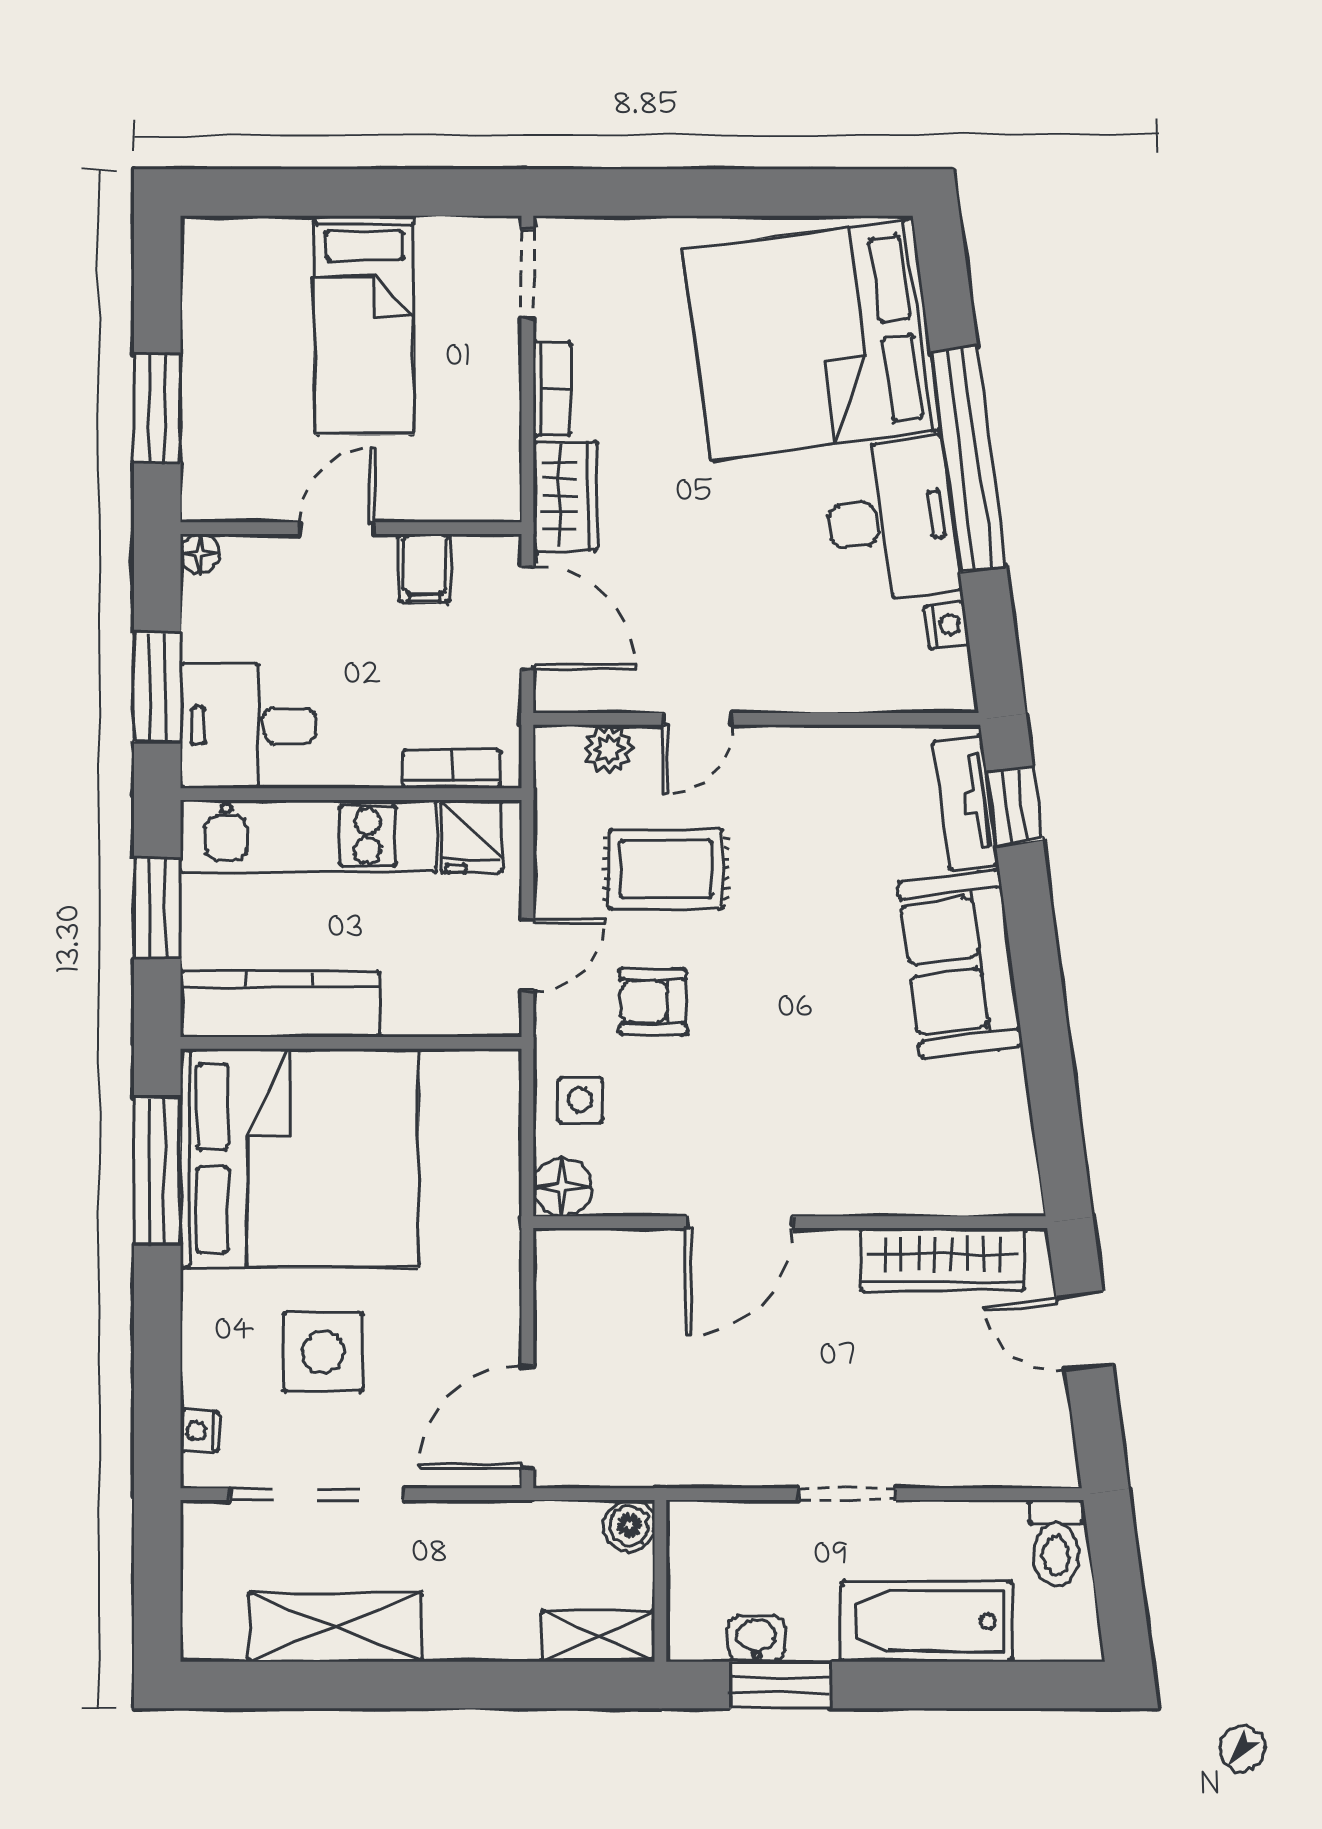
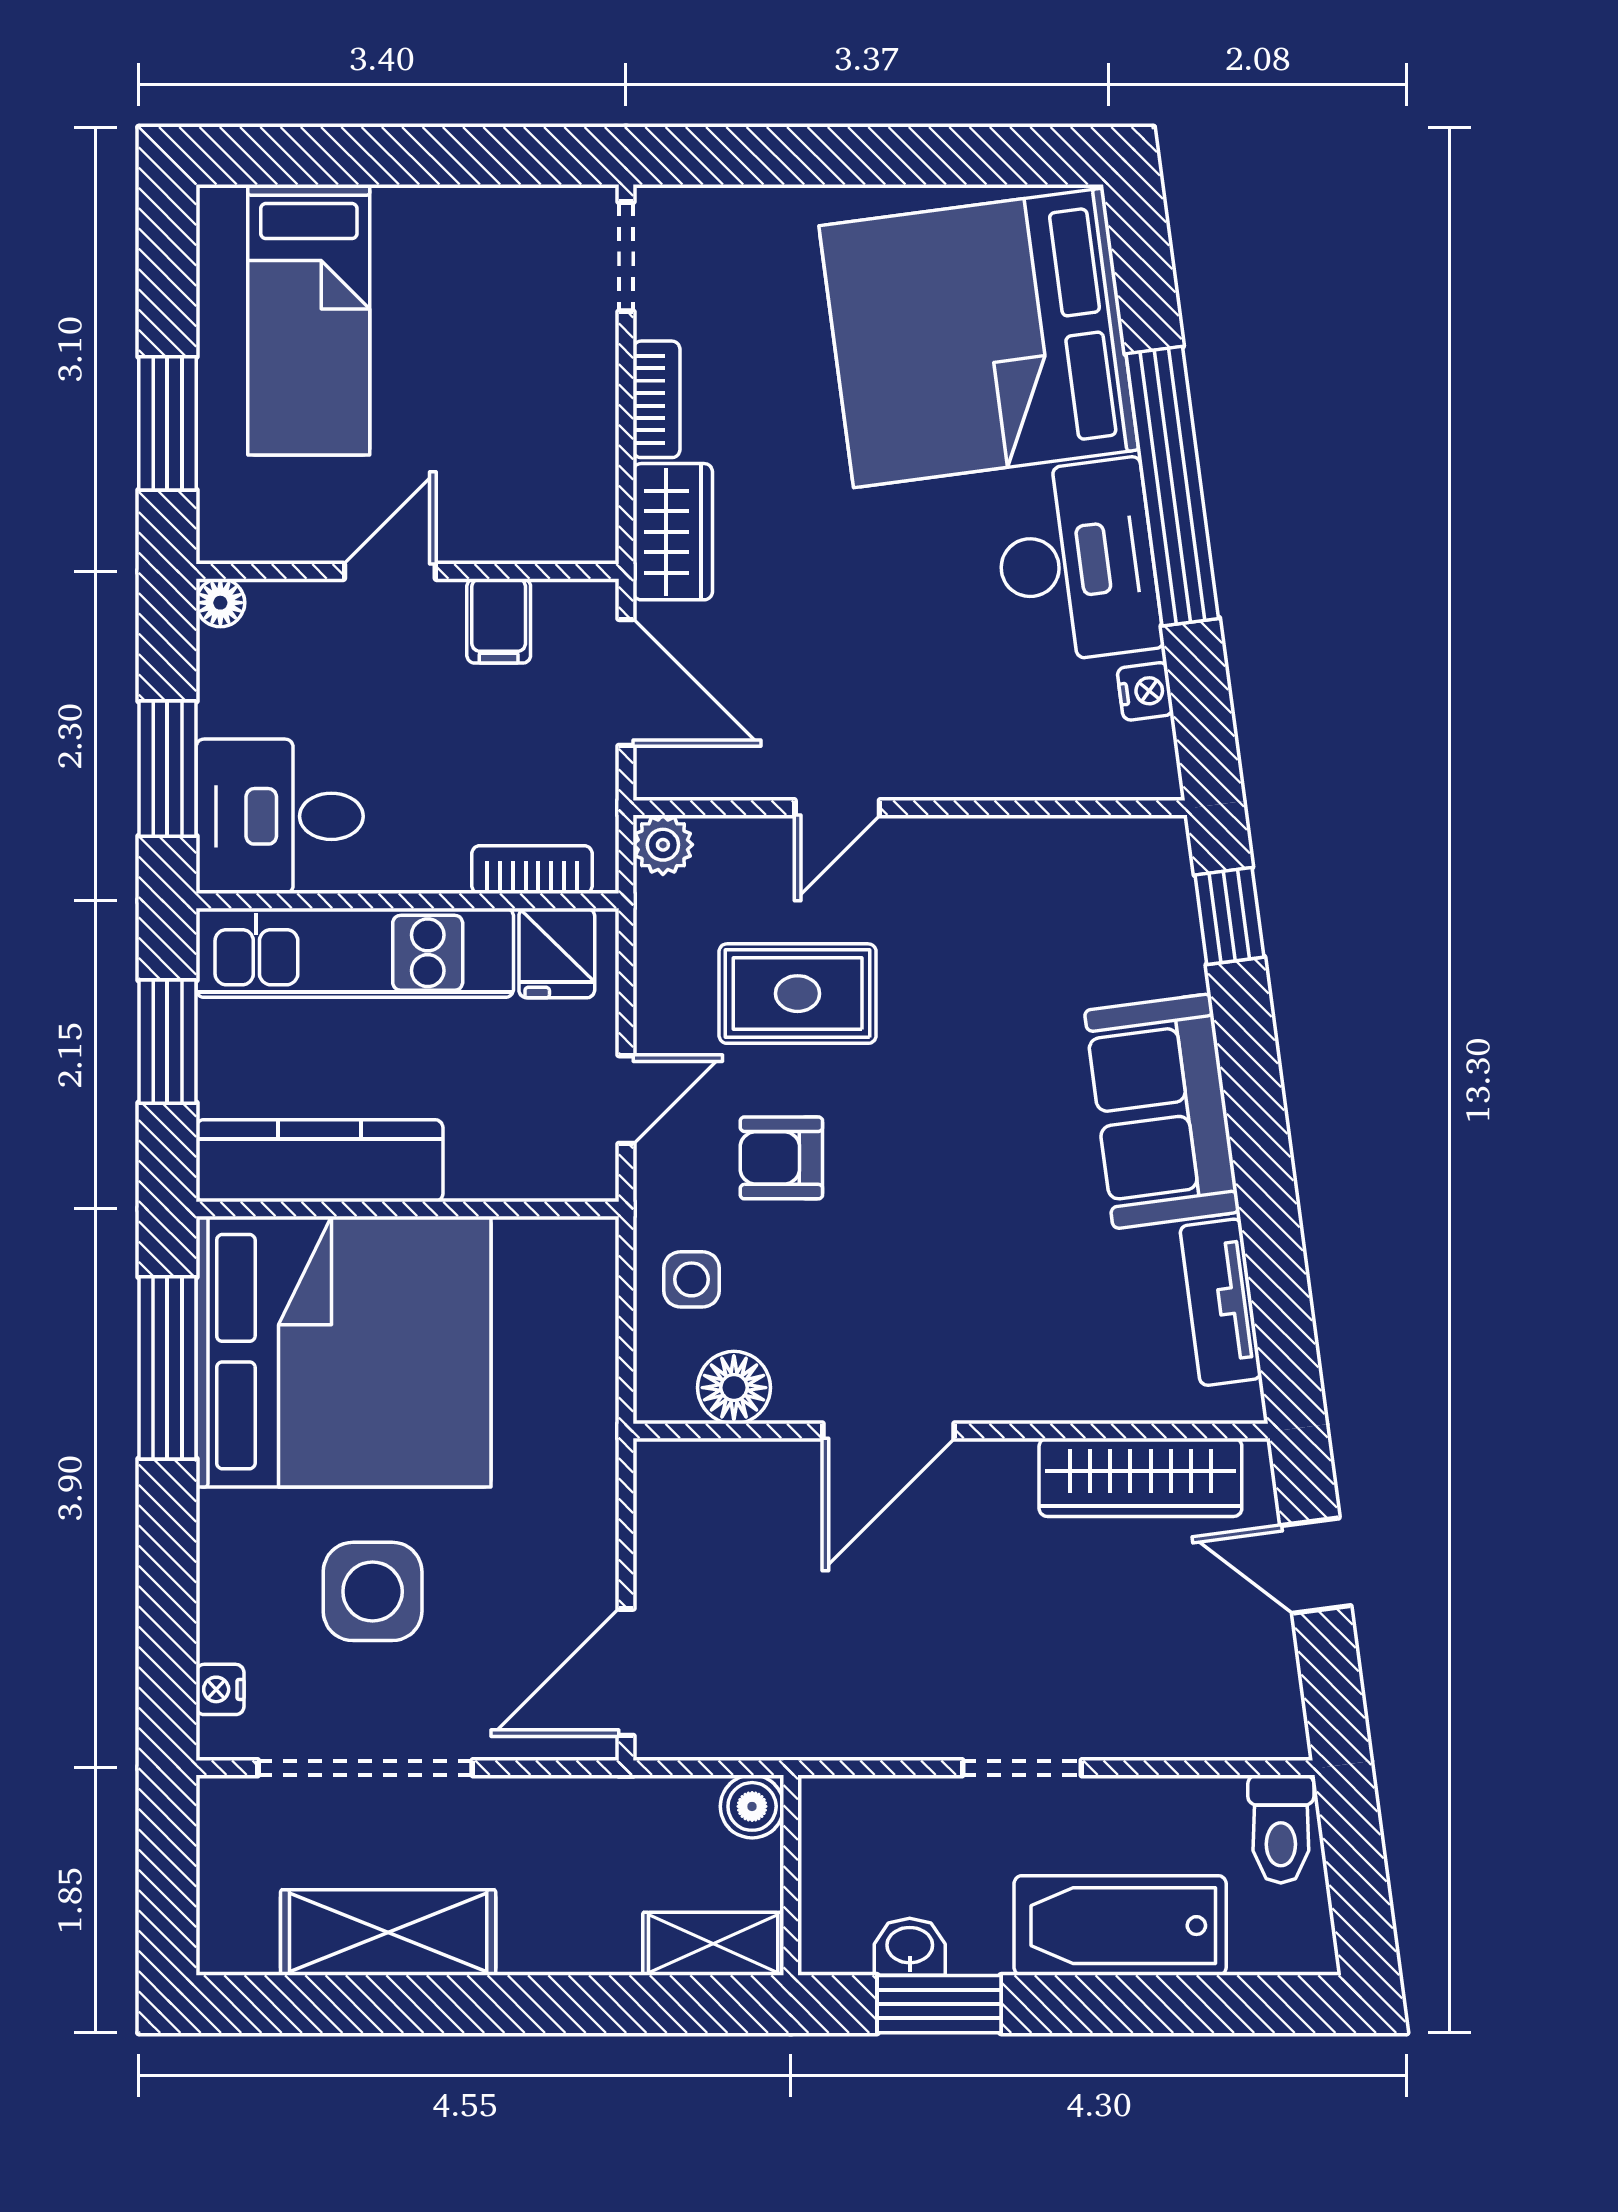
bed: (364, 325) -> (309, 320), moved
plant: (609, 749) -> (663, 845), moved
tv unit: (966, 803) -> (1221, 1302), moved
floor lamp: (562, 1187) -> (734, 1388), moved

